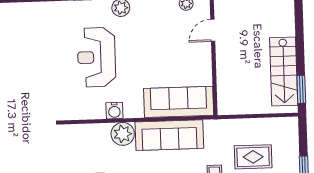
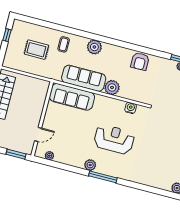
reception desk: (96, 57) -> (114, 139), turned -90
water cooler: (114, 111) -> (131, 108), moved

